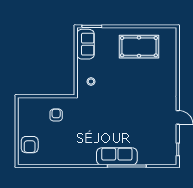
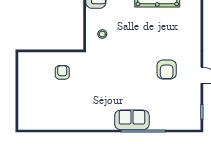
armchair: (30, 145) -> (167, 69), moved
sofa: (117, 156) -> (132, 120), width x0.73

